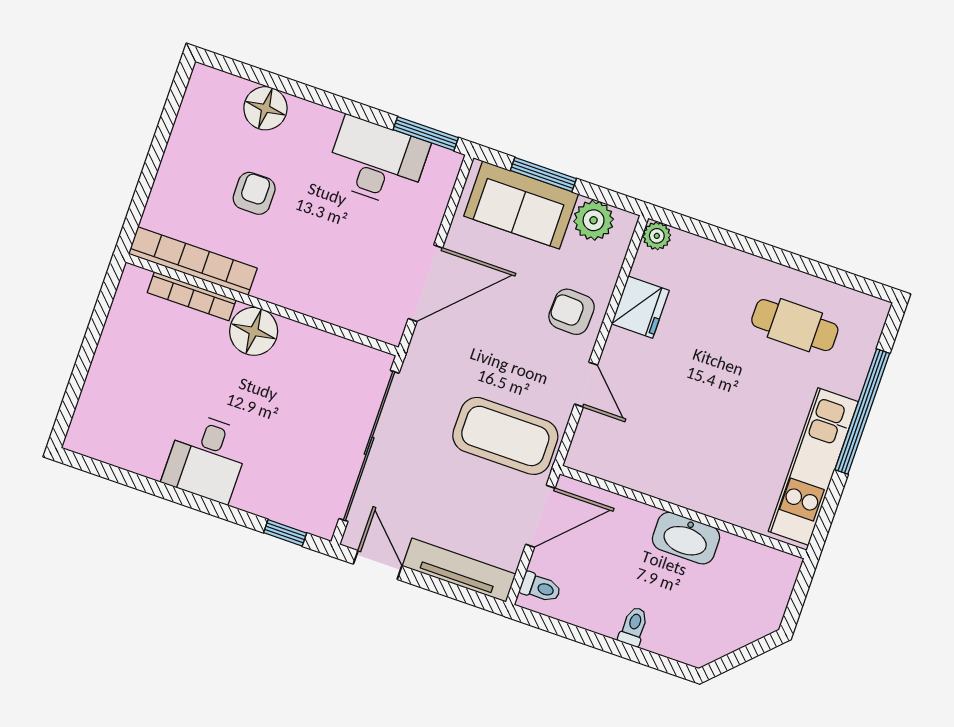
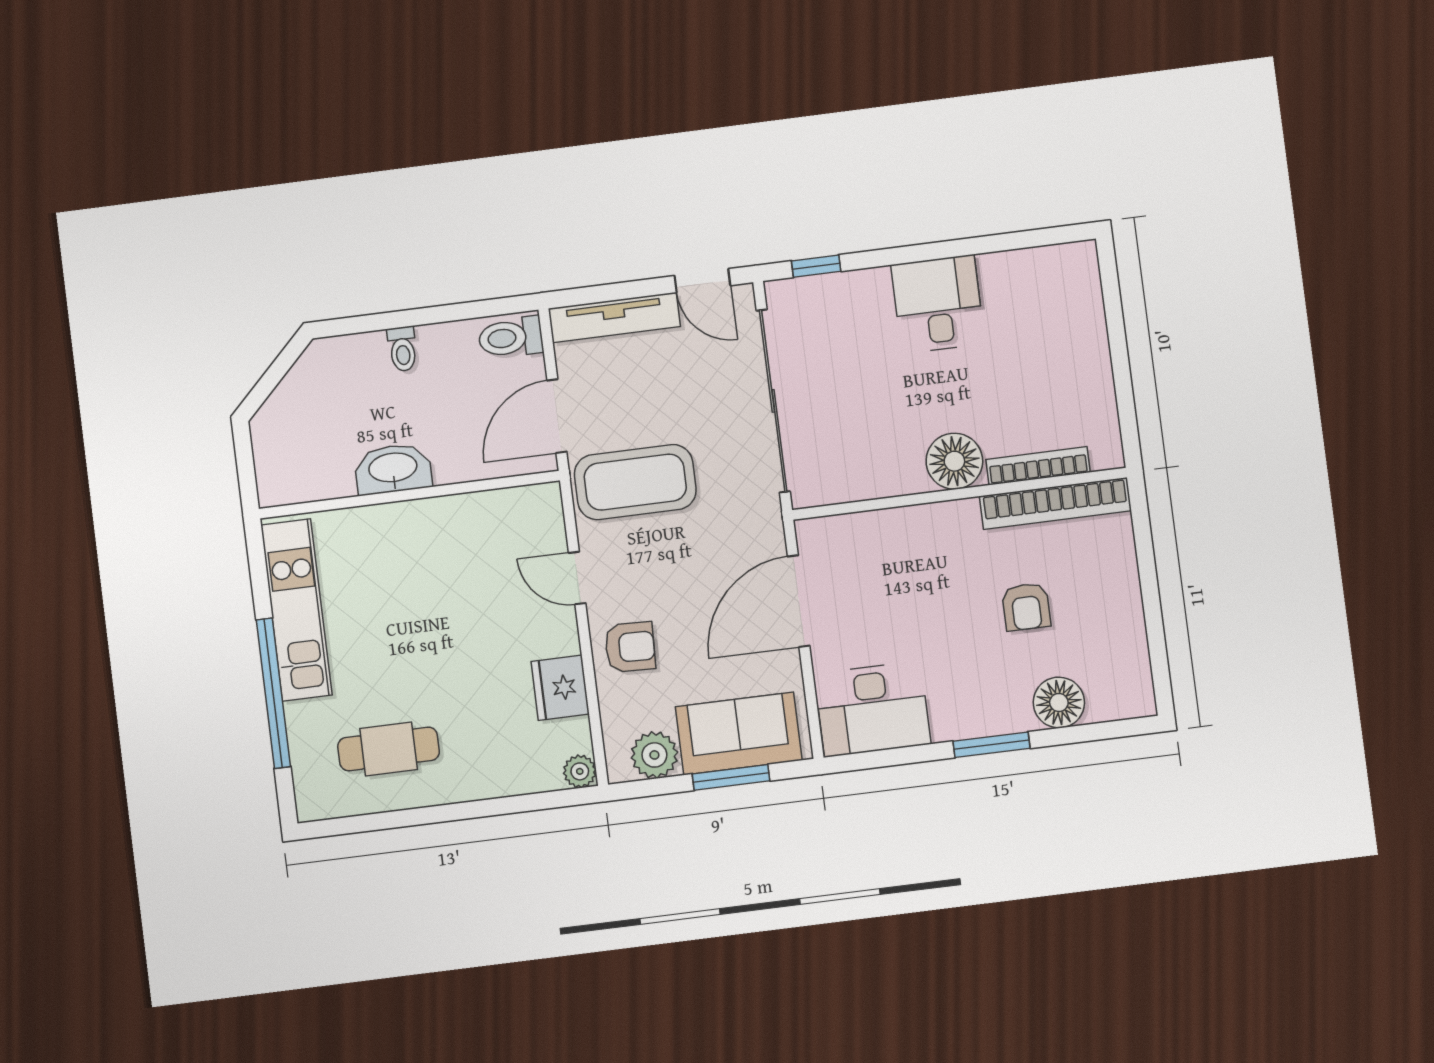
window: (426, 134) -> (991, 745), moved
desk: (377, 162) -> (872, 709), moved
toilet: (540, 588) -> (511, 337), width x1.37, depth x1.39

